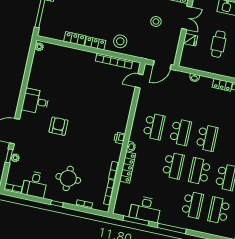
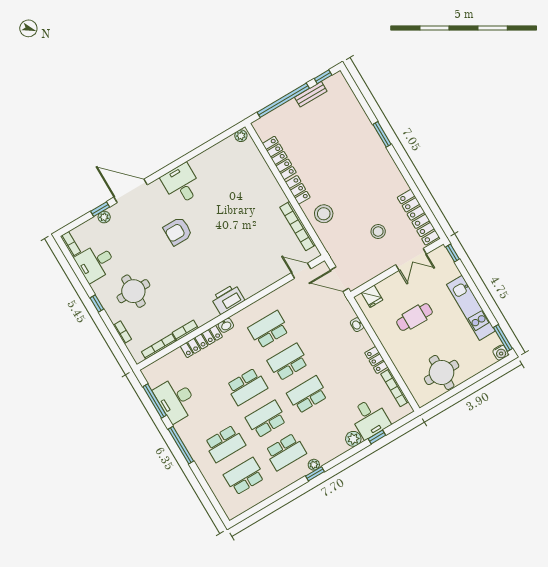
locker: (75, 39) -> (279, 158), width x1.53
fridge: (190, 40) -> (372, 296), moved
armchair: (58, 126) -> (178, 231), turned 180
school desk: (154, 126) -> (269, 329), turned 180
school desk: (180, 132) -> (288, 362), turned 180
printer: (120, 138) -> (228, 299), width x1.87, depth x1.48
school desk: (207, 138) -> (307, 395), turned 180

